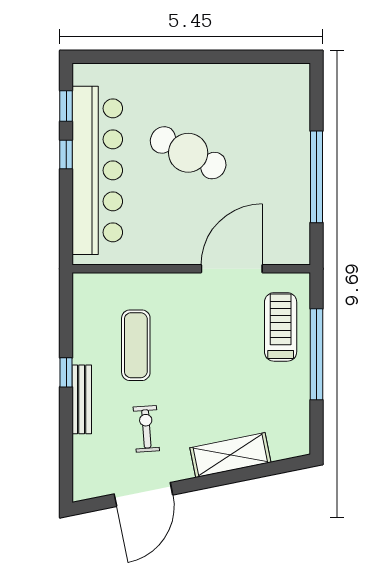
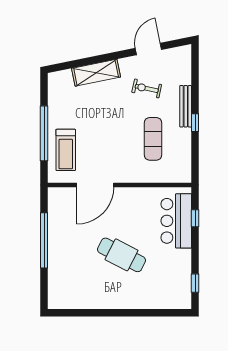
window: (66, 154) -> (195, 218), moved
bar counter: (97, 170) -> (176, 221), width x0.54
exercise bike: (146, 429) -> (147, 88), turned 106
door: (143, 494) -> (148, 49), width x0.73

